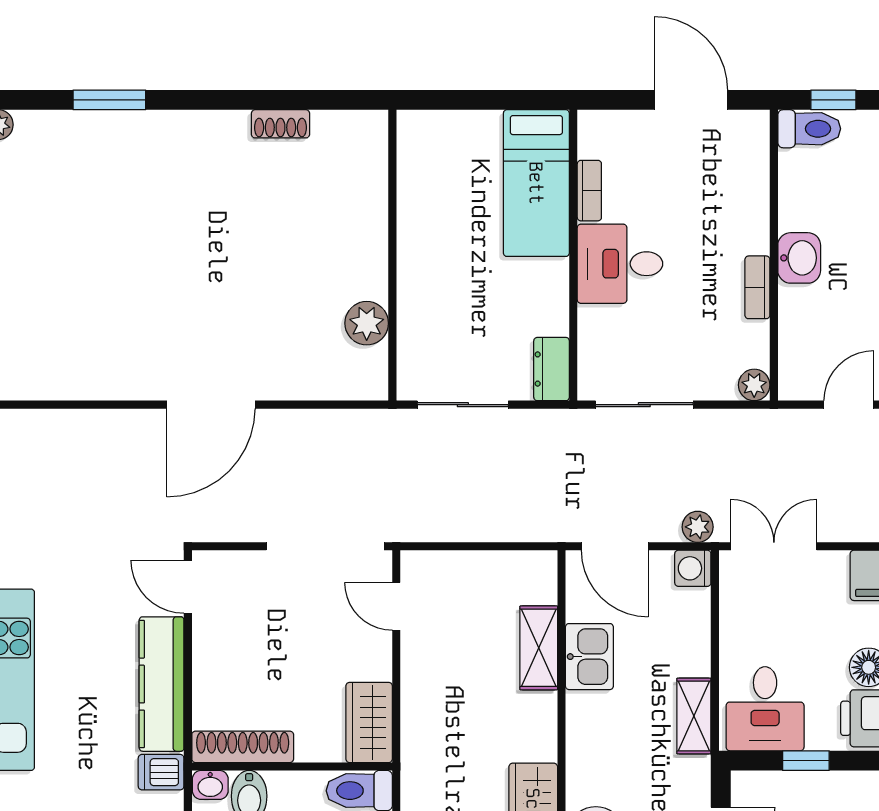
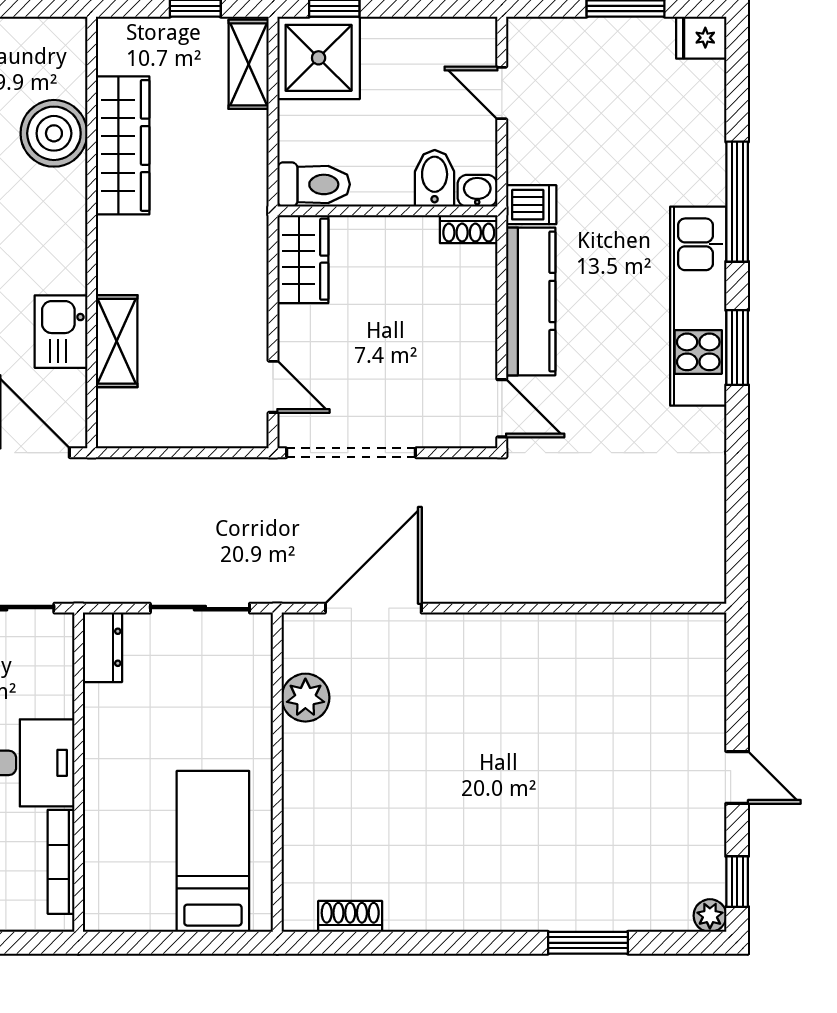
shoe rack: (281, 124) -> (350, 916), moved
bed: (536, 183) -> (213, 851), moved
bookcase: (589, 191) -> (61, 862), width x1.56
door: (211, 405) -> (373, 608), moved
shoe rack: (243, 747) -> (469, 229), width x0.51, depth x0.81

